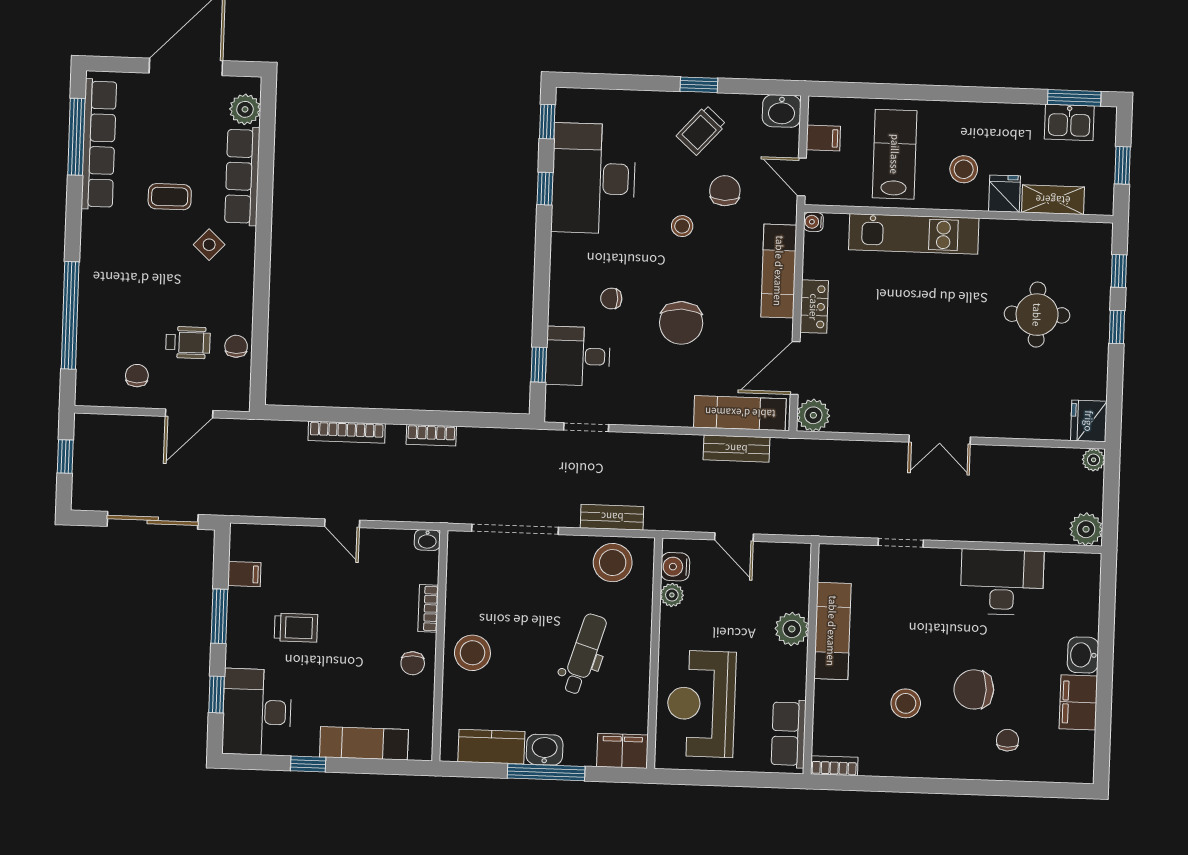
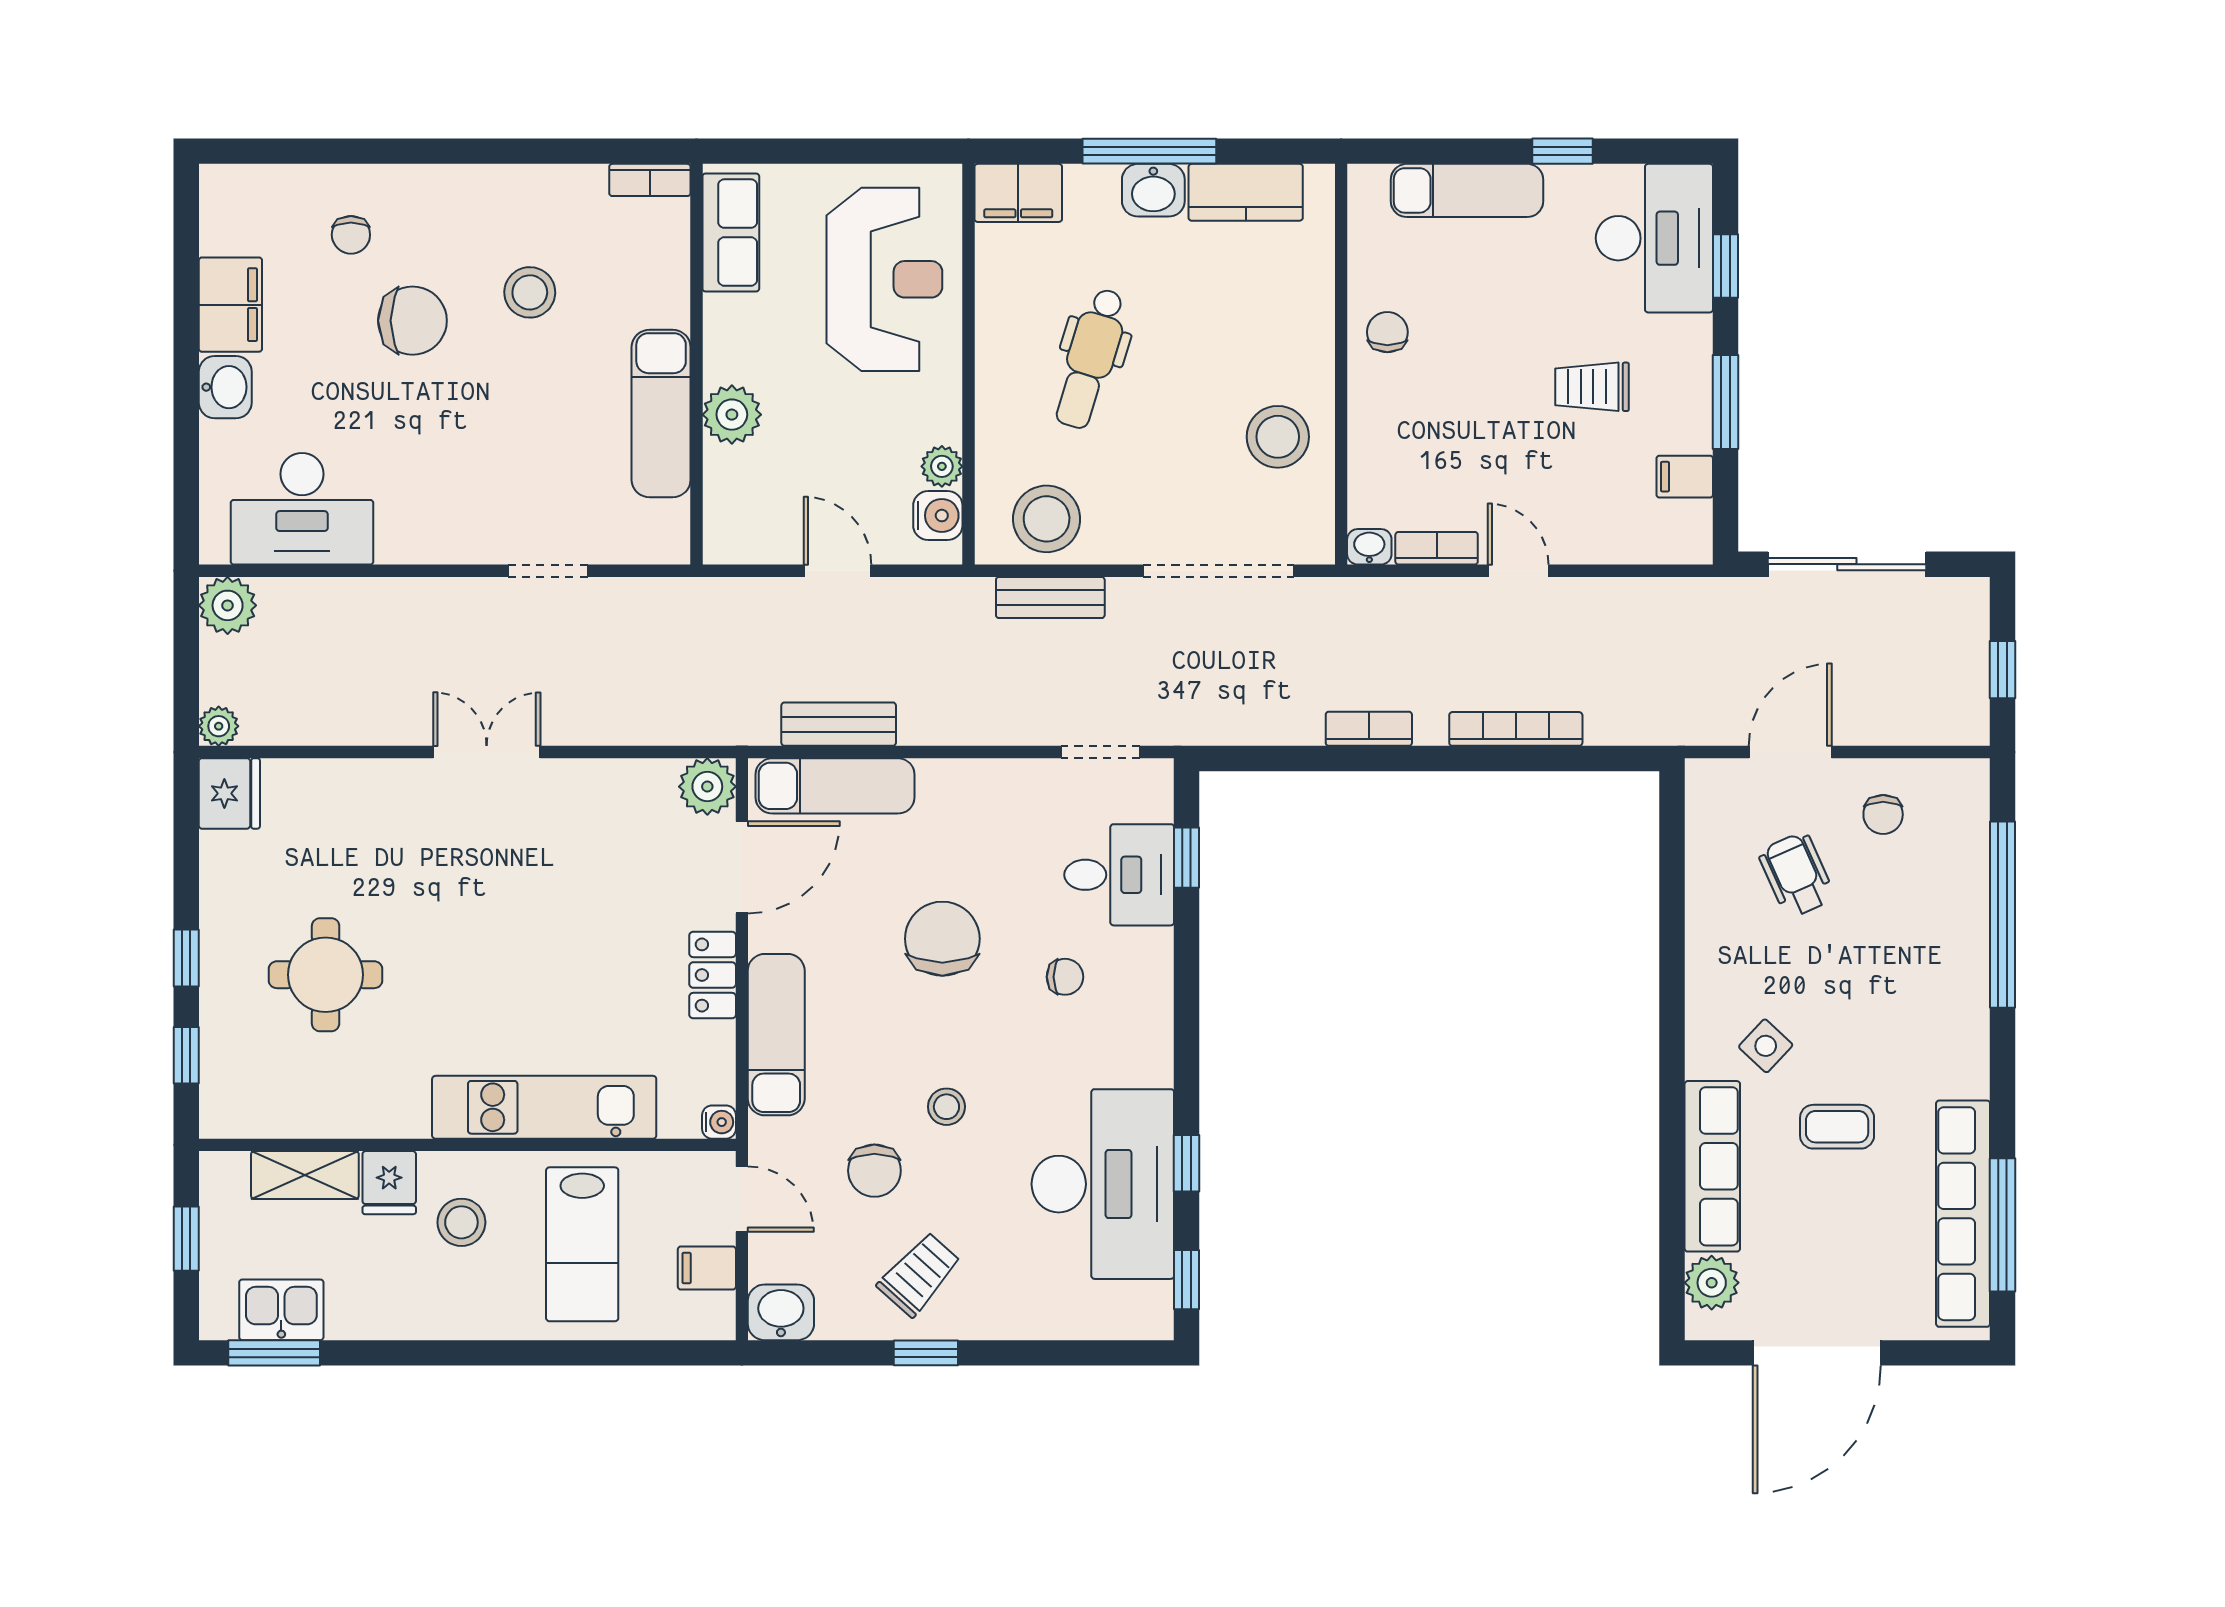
wheelchair: (188, 342) -> (1797, 875), turned 66
chair: (236, 346) -> (1713, 871), removed
desk: (1002, 582) -> (302, 509), moved
bookcase: (428, 608) -> (1437, 548), moved, turned -90
stool: (472, 653) -> (1278, 437), moved

